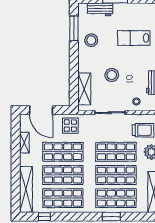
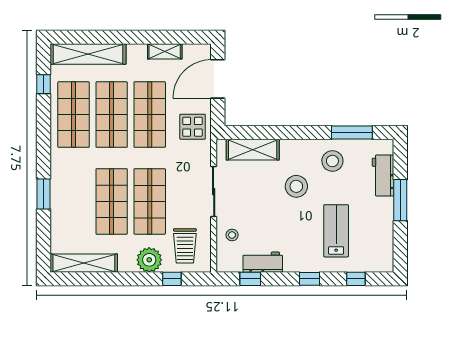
stool: (112, 75) -> (296, 186), moved
shop shelf: (116, 198) -> (74, 201), removed

